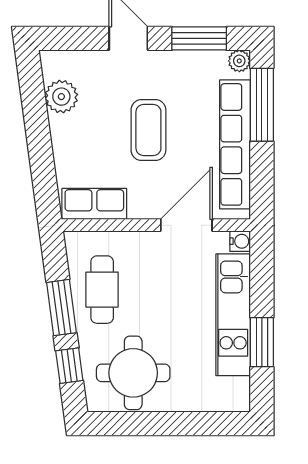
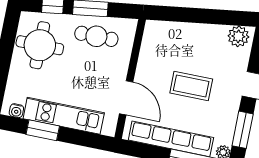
plant: (61, 97) -> (238, 36), moved
row of seats: (94, 204) -> (151, 42), removed
water cooler: (240, 241) -> (16, 111), moved

